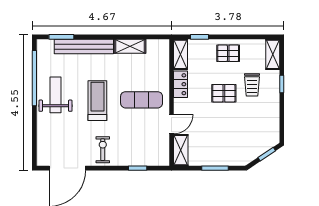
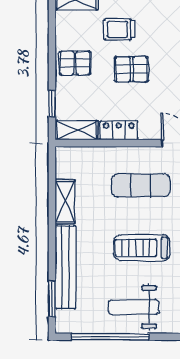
pallet: (228, 53) -> (75, 63), turned 90
trolley: (252, 85) -> (120, 29), turned 180
pallet: (224, 93) -> (131, 69), turned 90
exercise mat: (142, 100) -> (141, 185), turned 90

